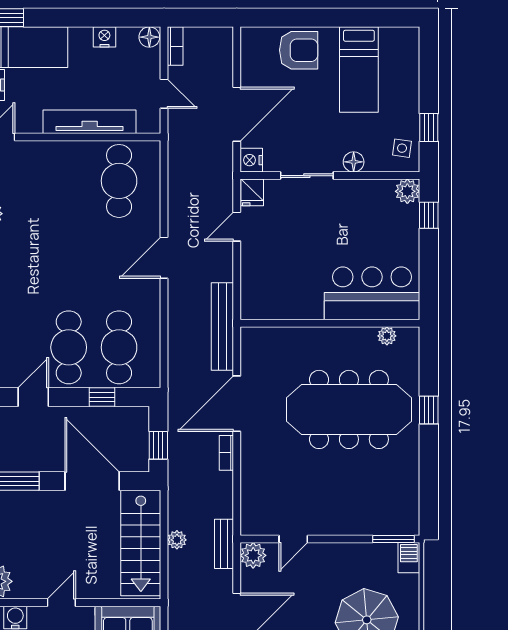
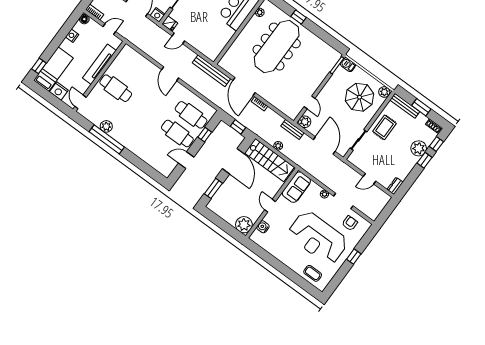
cafe table: (119, 181) -> (116, 88), moved
door: (237, 227) -> (178, 38), hinge flipped
door: (33, 397) -> (186, 160), hinge flipped
door: (92, 481) -> (233, 161), swing flipped

